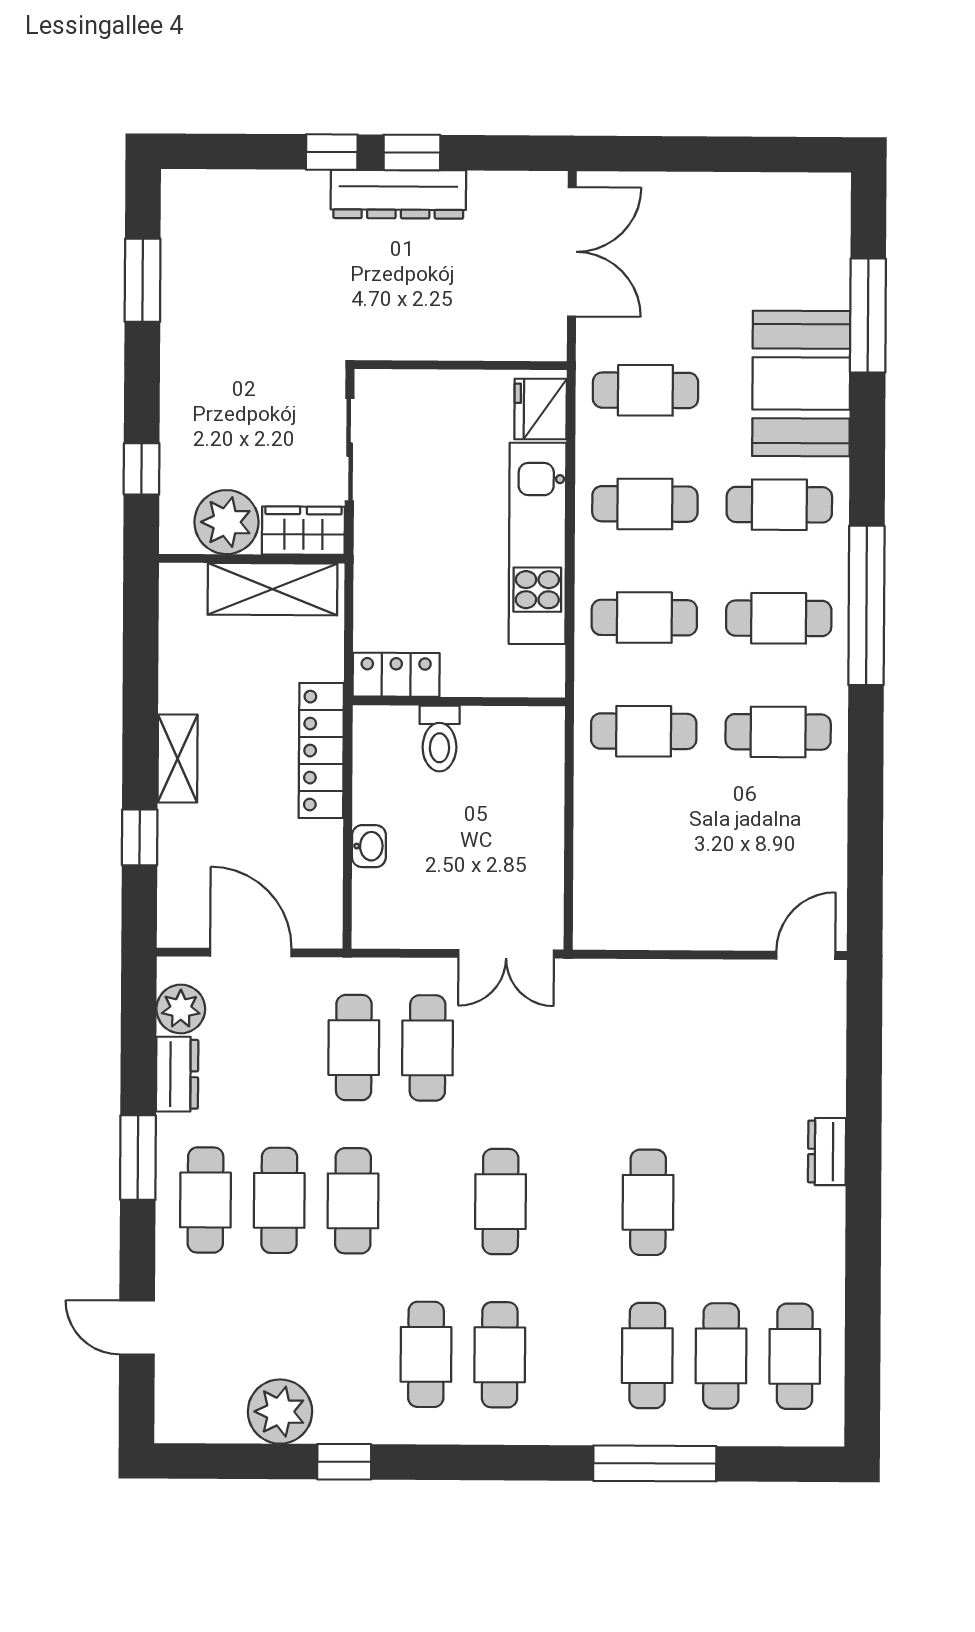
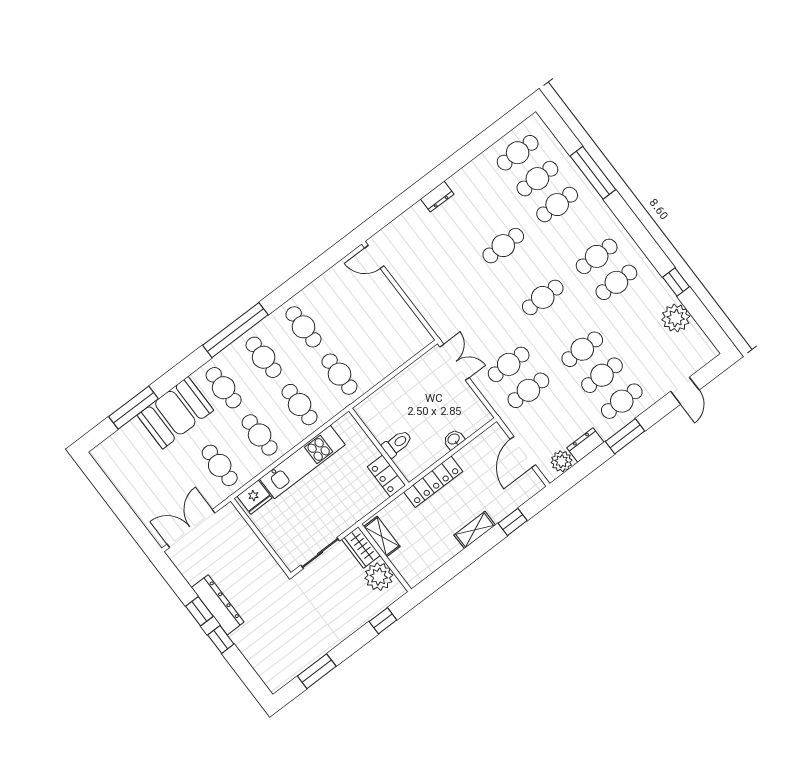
shelving: (272, 589) -> (382, 537), width x0.67, depth x0.75

